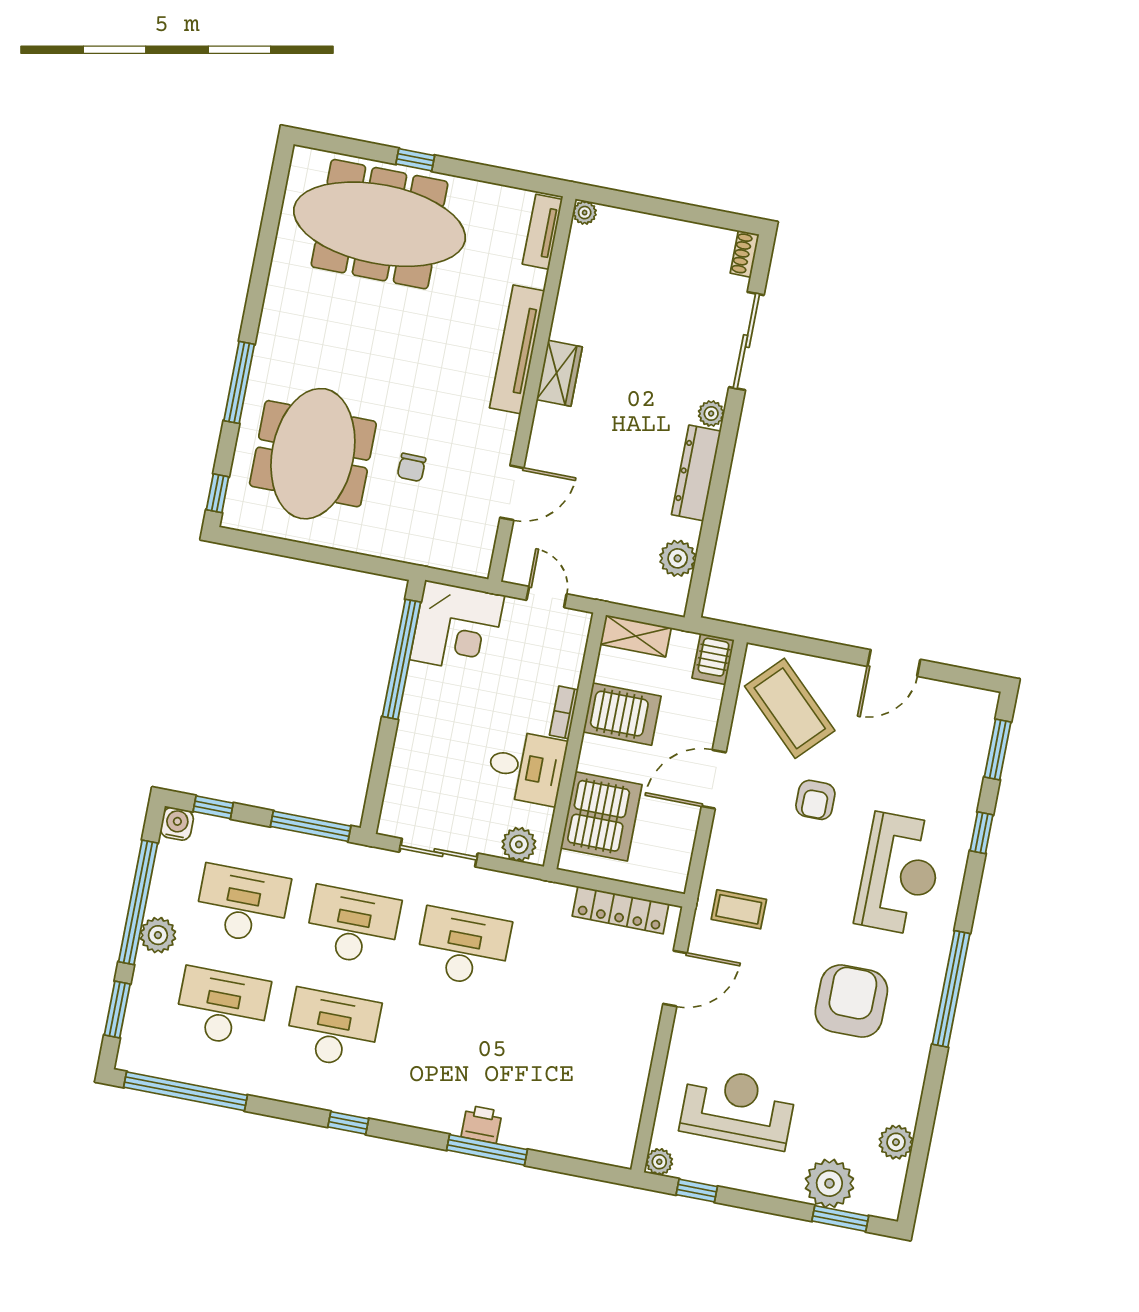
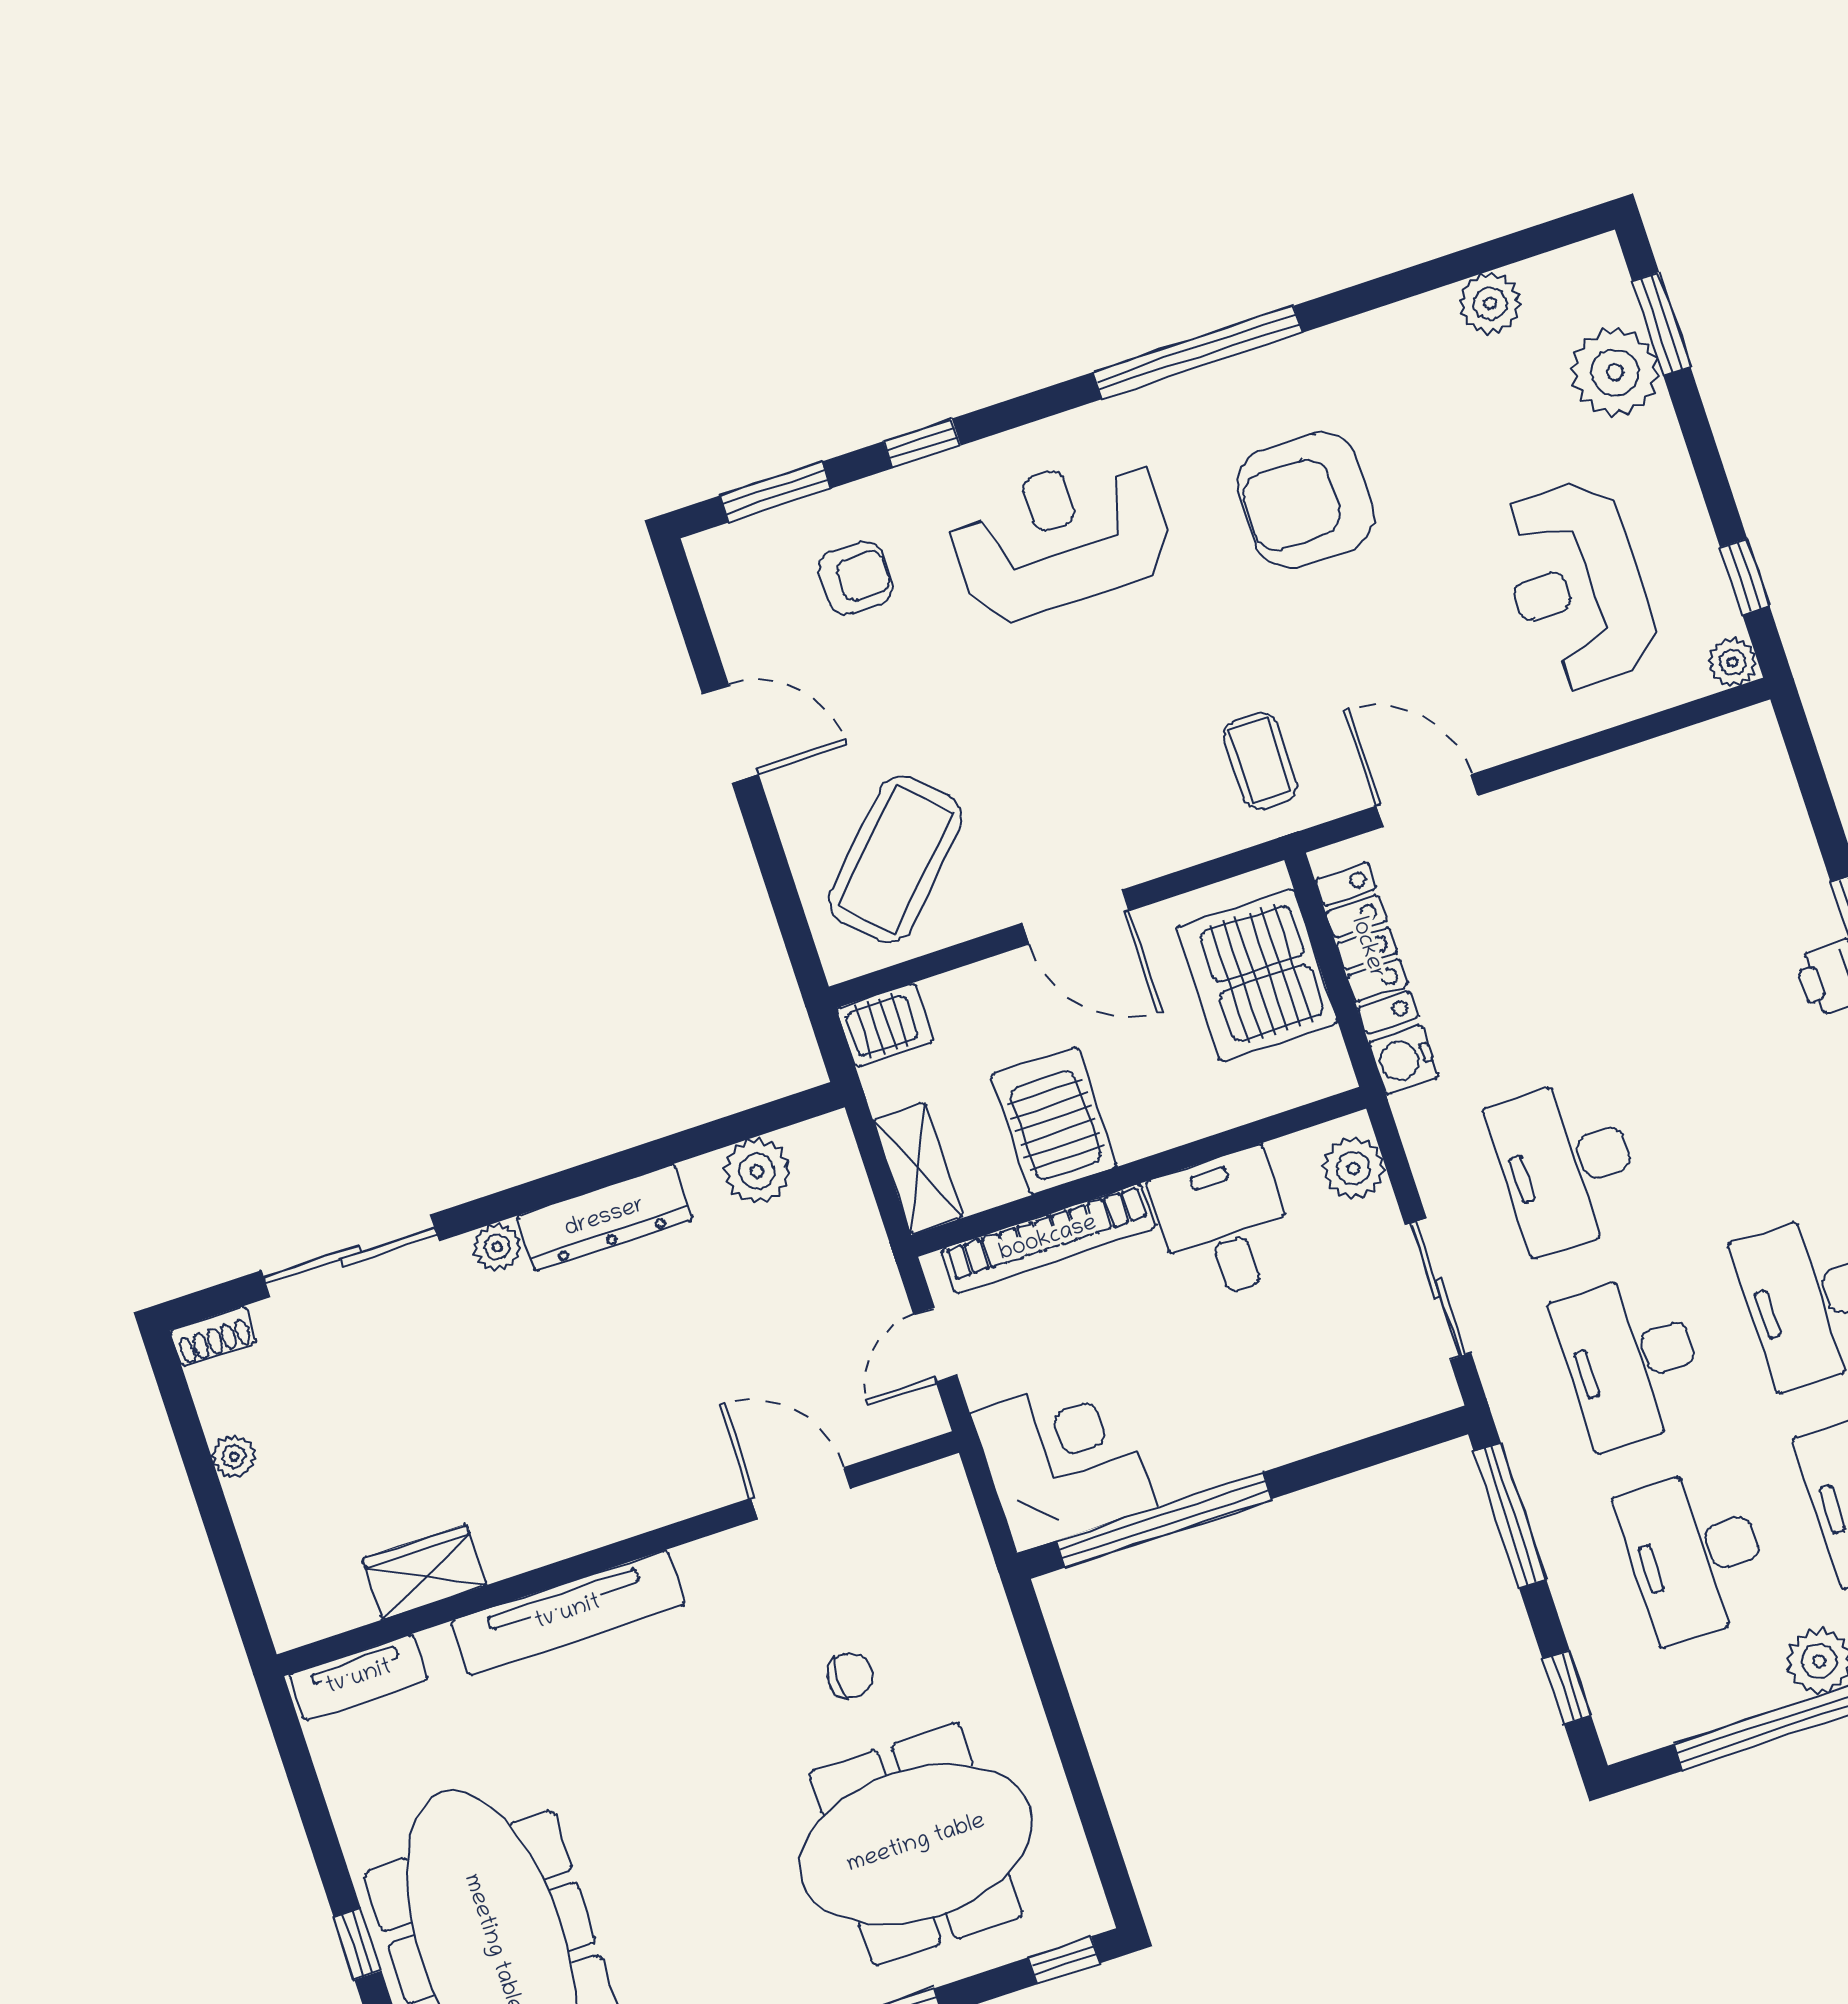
plant: (585, 213) -> (234, 1457), moved
wardrobe: (559, 373) -> (424, 1572), moved
bookcase: (564, 712) -> (1048, 1239), width x2.31, depth x1.31
armchair: (815, 800) -> (856, 578), moved
server rack: (601, 816) -> (1257, 975), moved, turned -90
water cooler: (177, 824) -> (1404, 1059), moved

